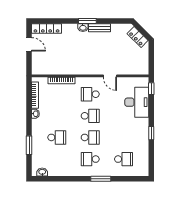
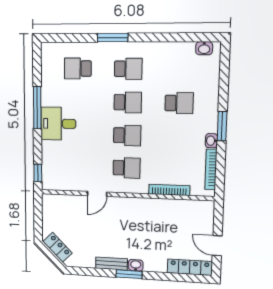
door: (110, 76) -> (97, 194), swing flipped
desk: (137, 102) -> (58, 124), moved, width x0.73
school desk: (90, 116) -> (127, 135), turned 180
window: (151, 133) -> (37, 108), width x2.17
school desk: (57, 137) -> (179, 103), turned 180
school desk: (90, 137) -> (128, 102), turned 180
window: (29, 145) -> (222, 126), moved

